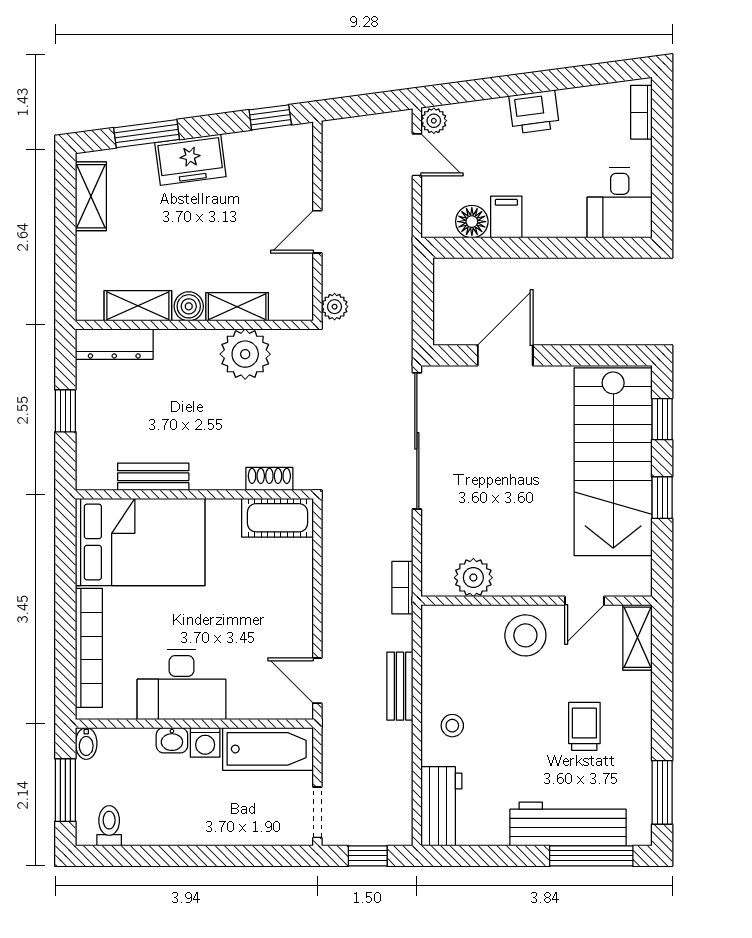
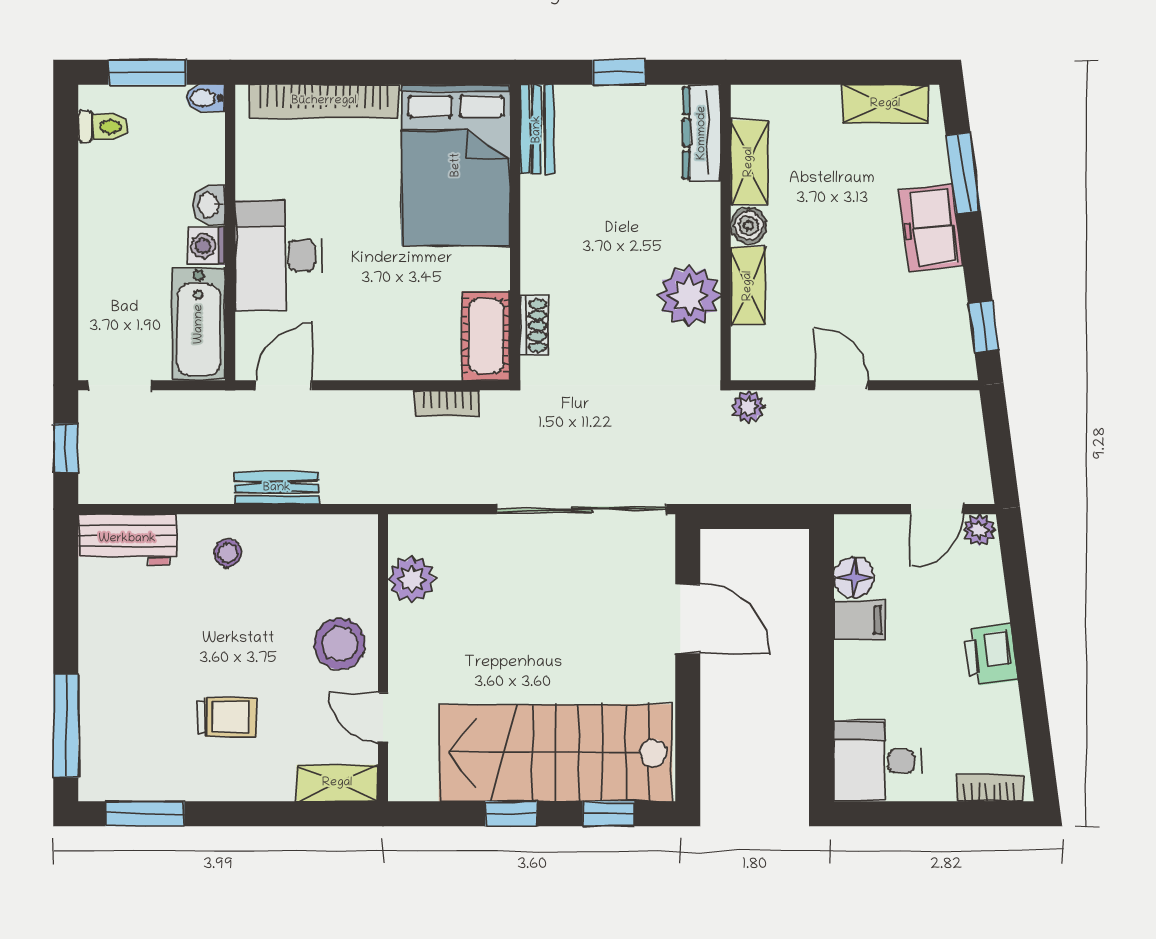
bench: (153, 477) -> (537, 129), moved
bookcase: (402, 588) -> (447, 403), moved, turned 180
desk: (181, 685) -> (278, 255), moved
workbench: (568, 824) -> (105, 697), removed

